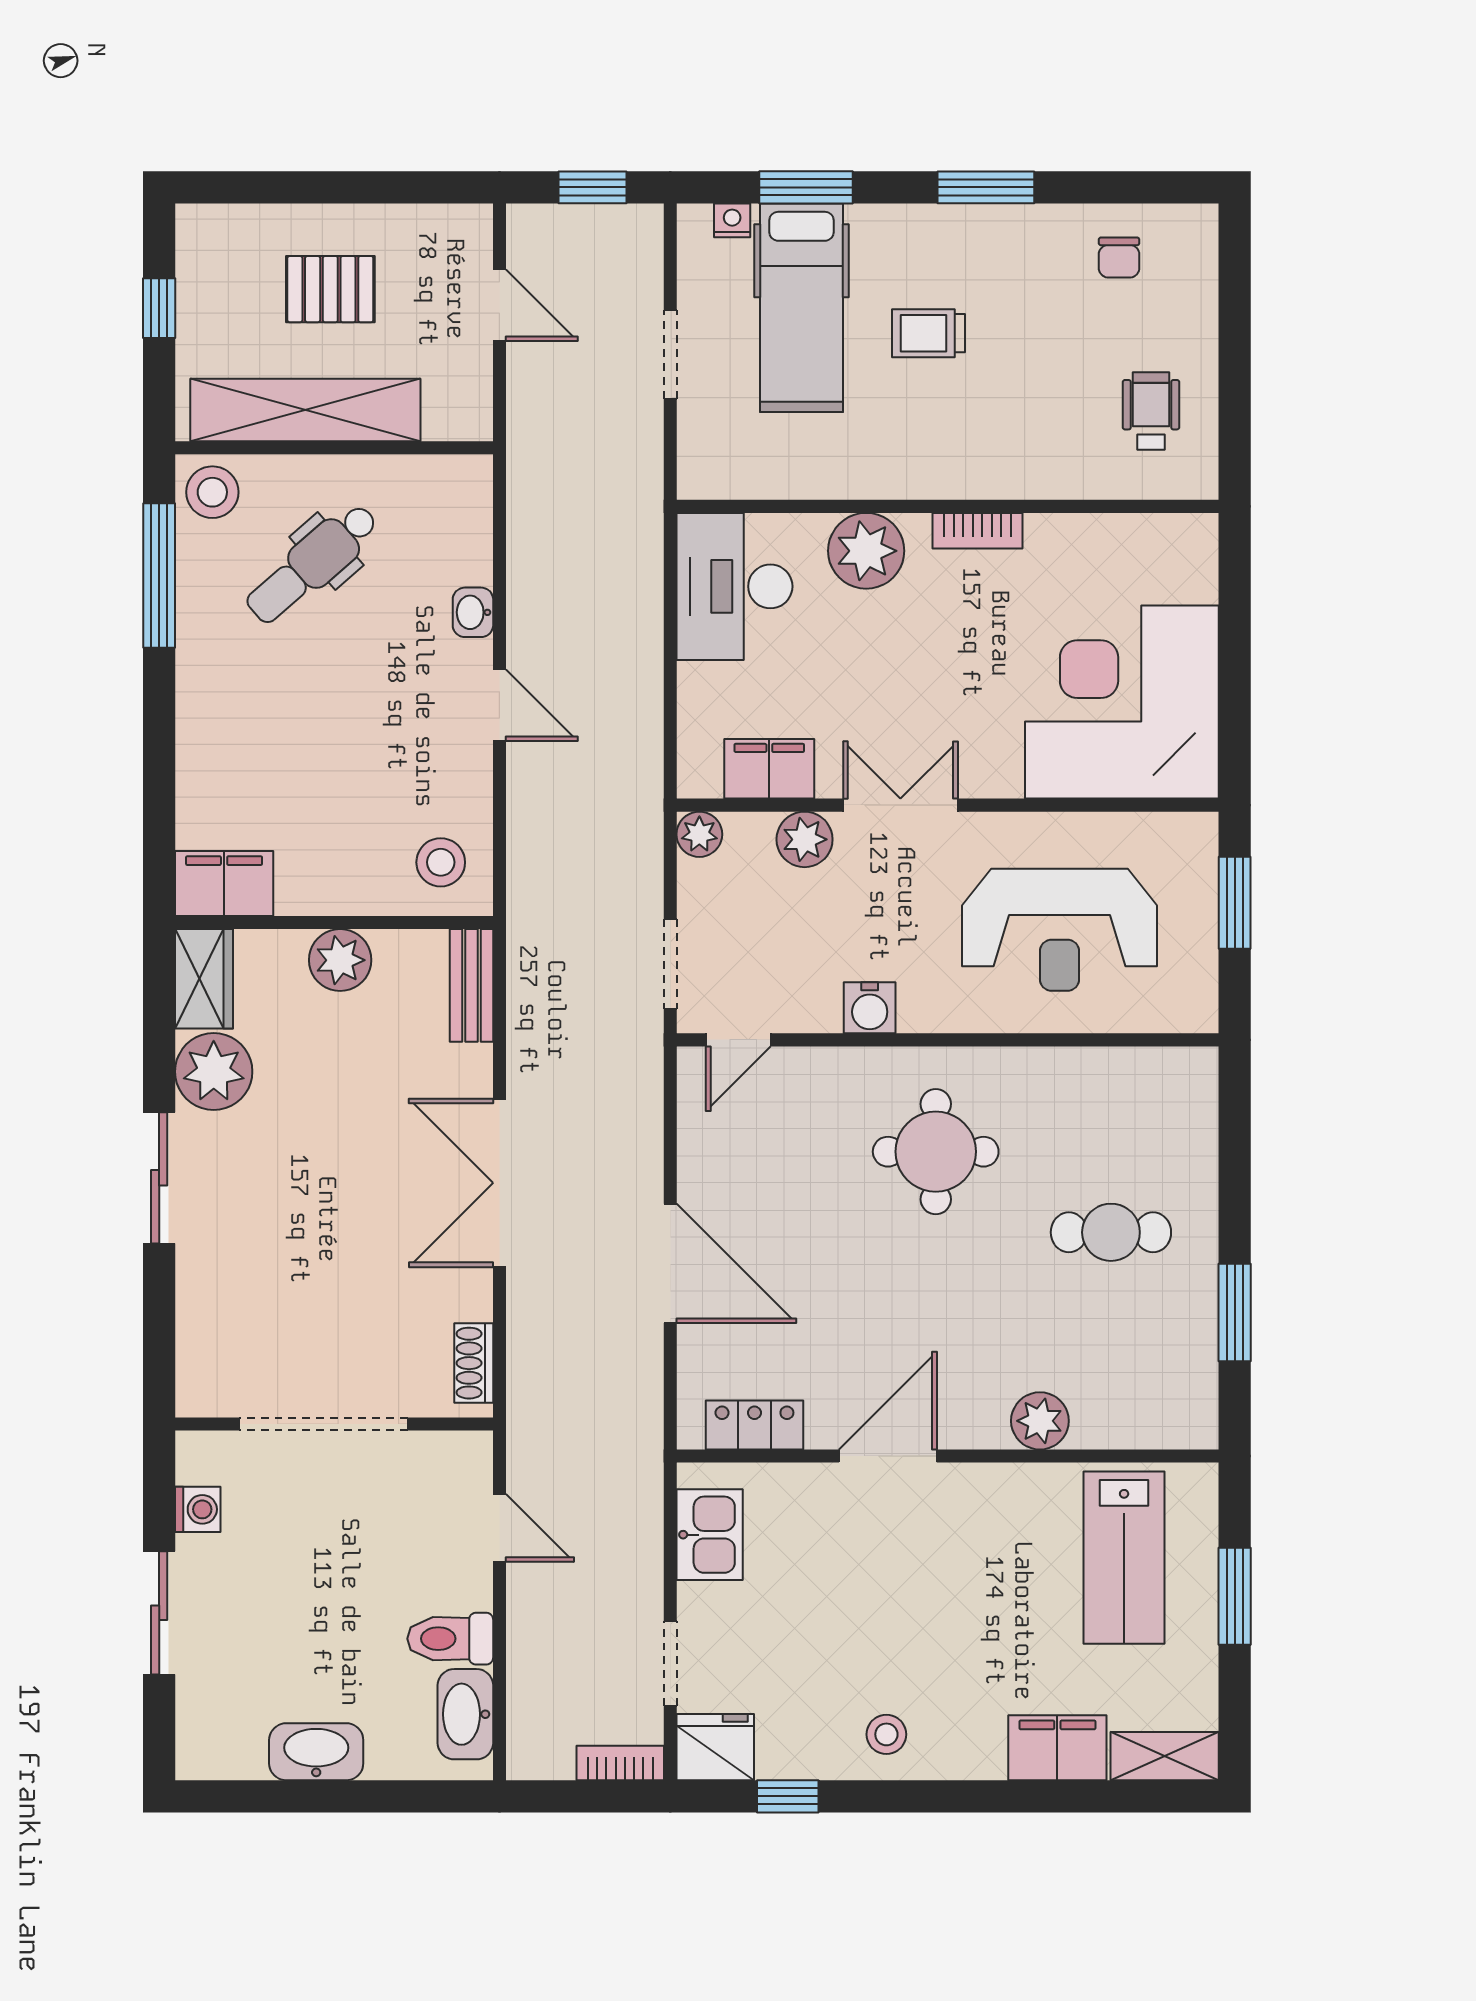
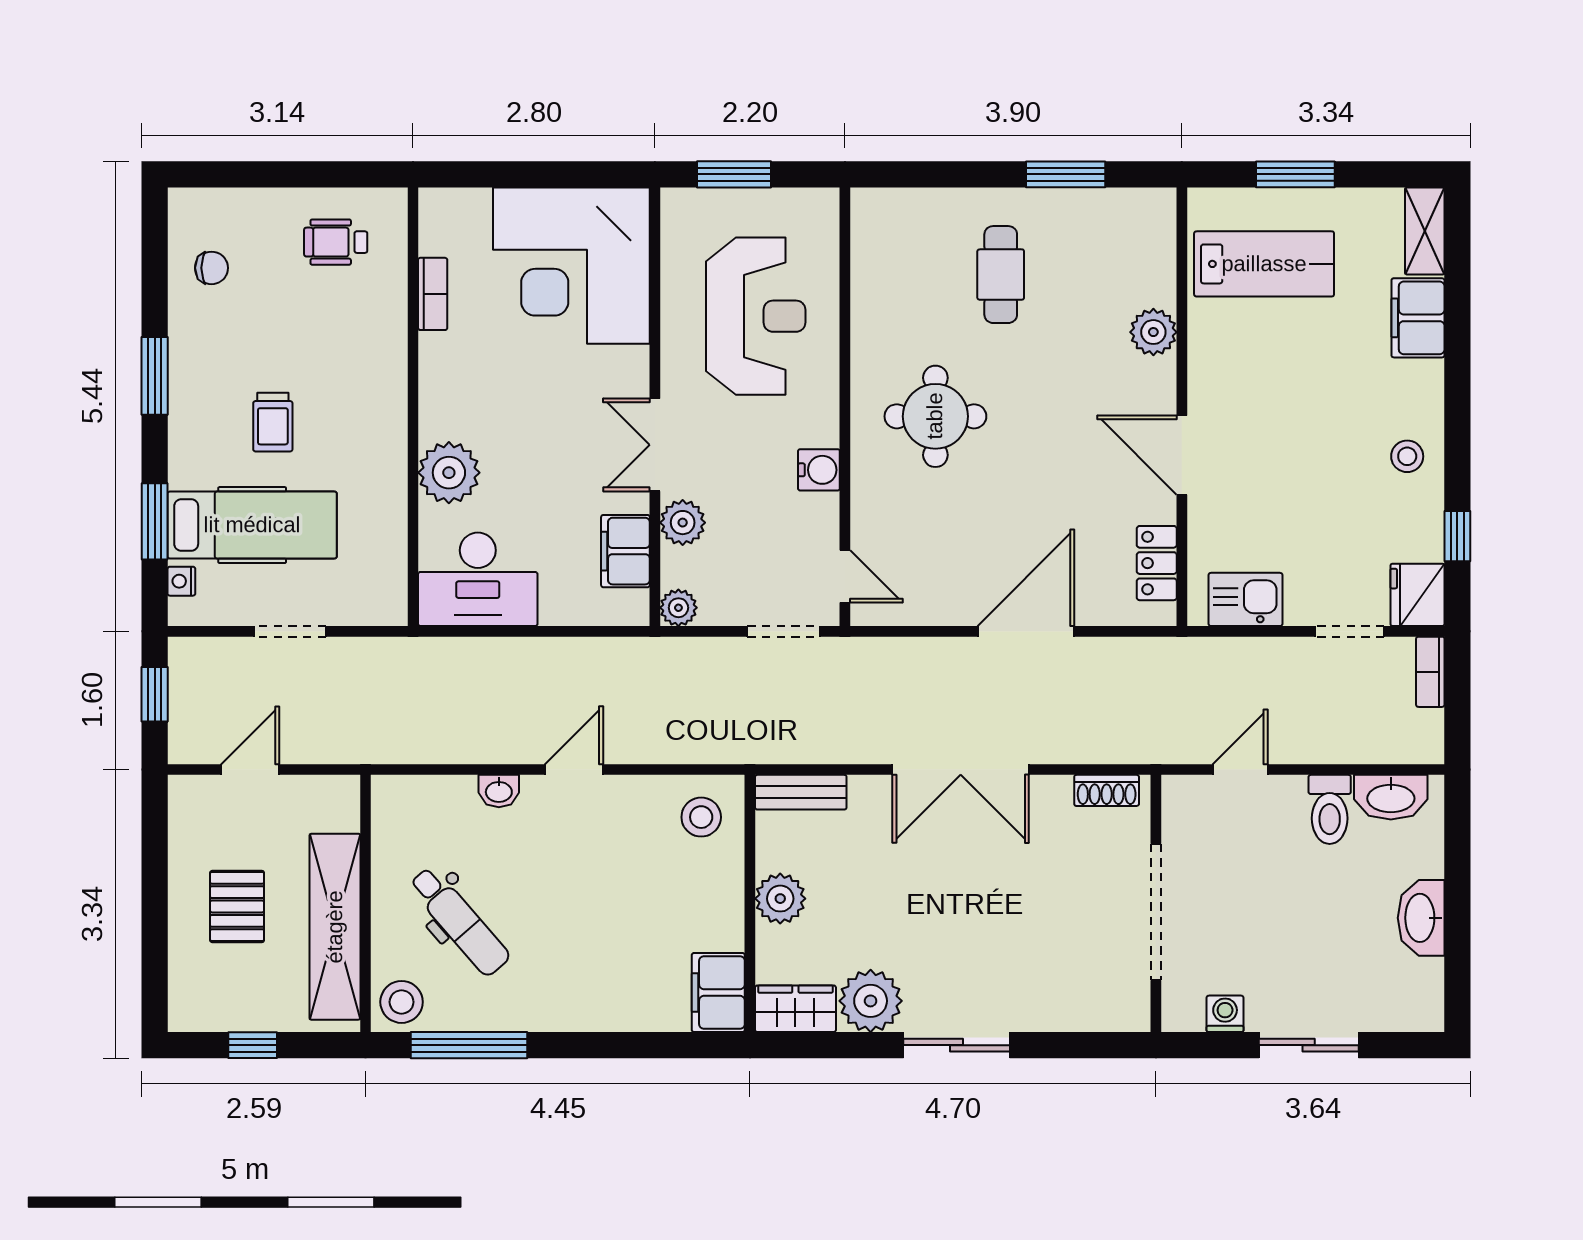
bookcase: (977, 531) -> (433, 294), moved

